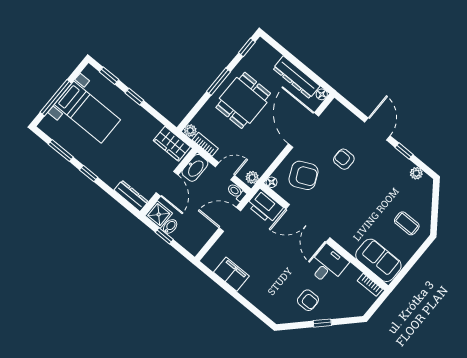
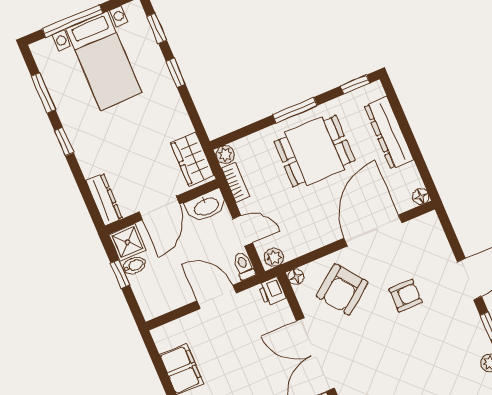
dresser: (296, 77) -> (389, 133), moved
armchair: (344, 159) -> (406, 296), turned 90
armchair: (303, 175) -> (342, 289), turned 78
printer: (265, 206) -> (272, 292), width x0.53, depth x0.68

